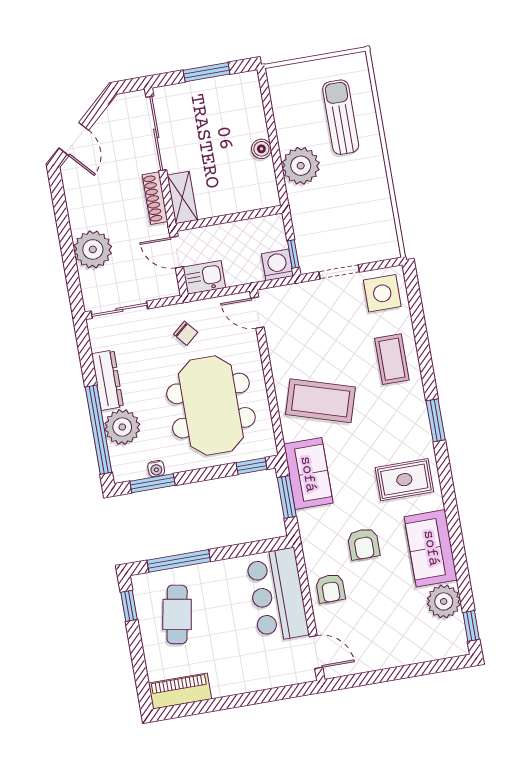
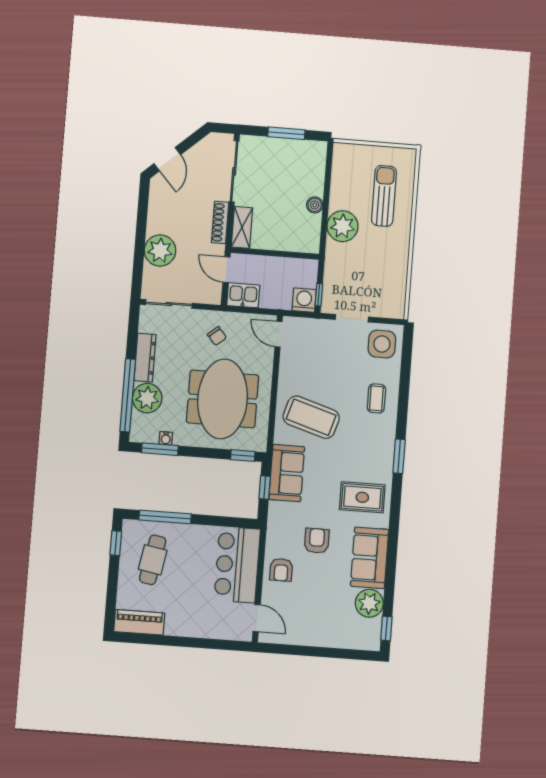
coffee table: (392, 359) -> (376, 398), width x0.73, depth x0.77
window: (287, 497) -> (265, 488), width x0.67
armchair: (364, 544) -> (317, 541), turned 180

